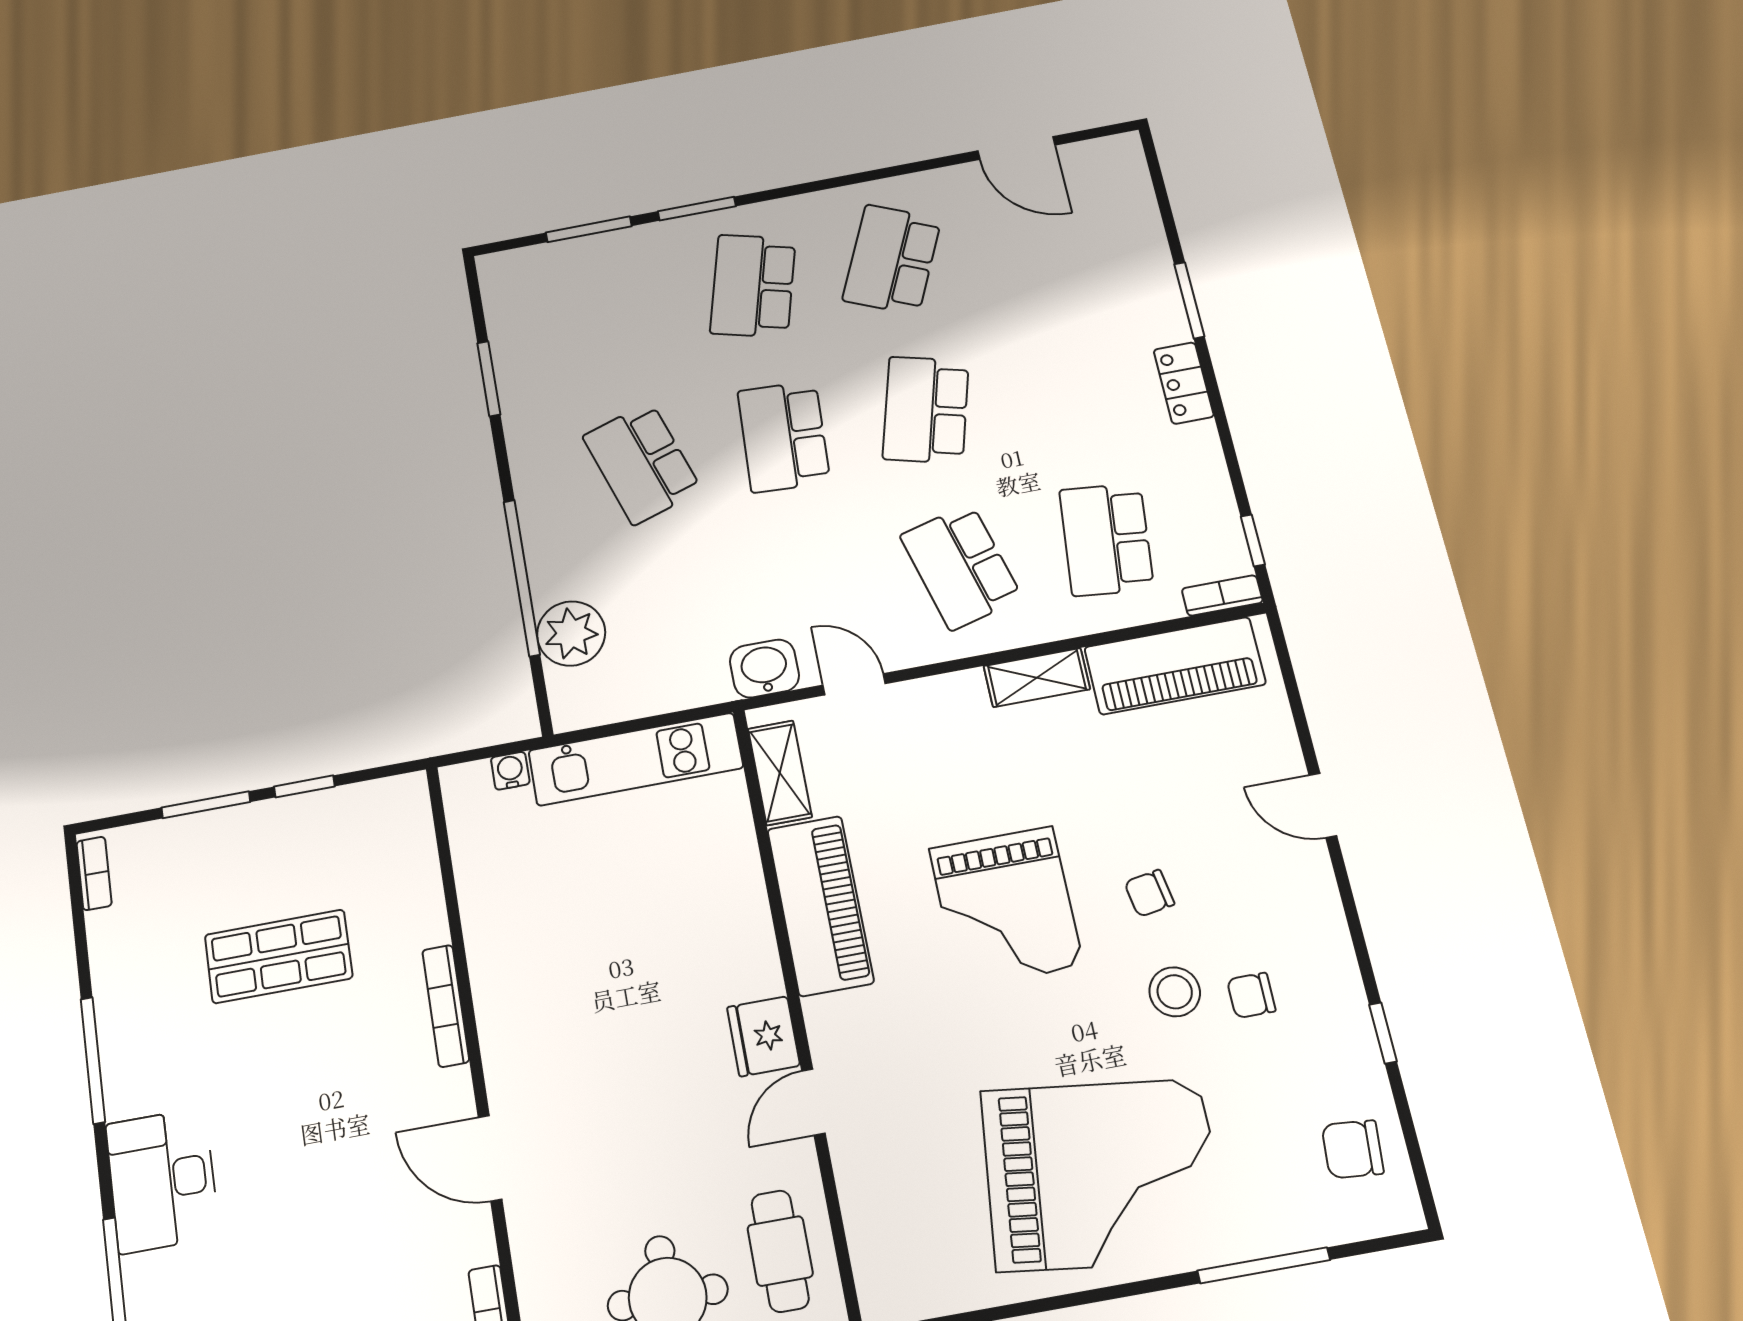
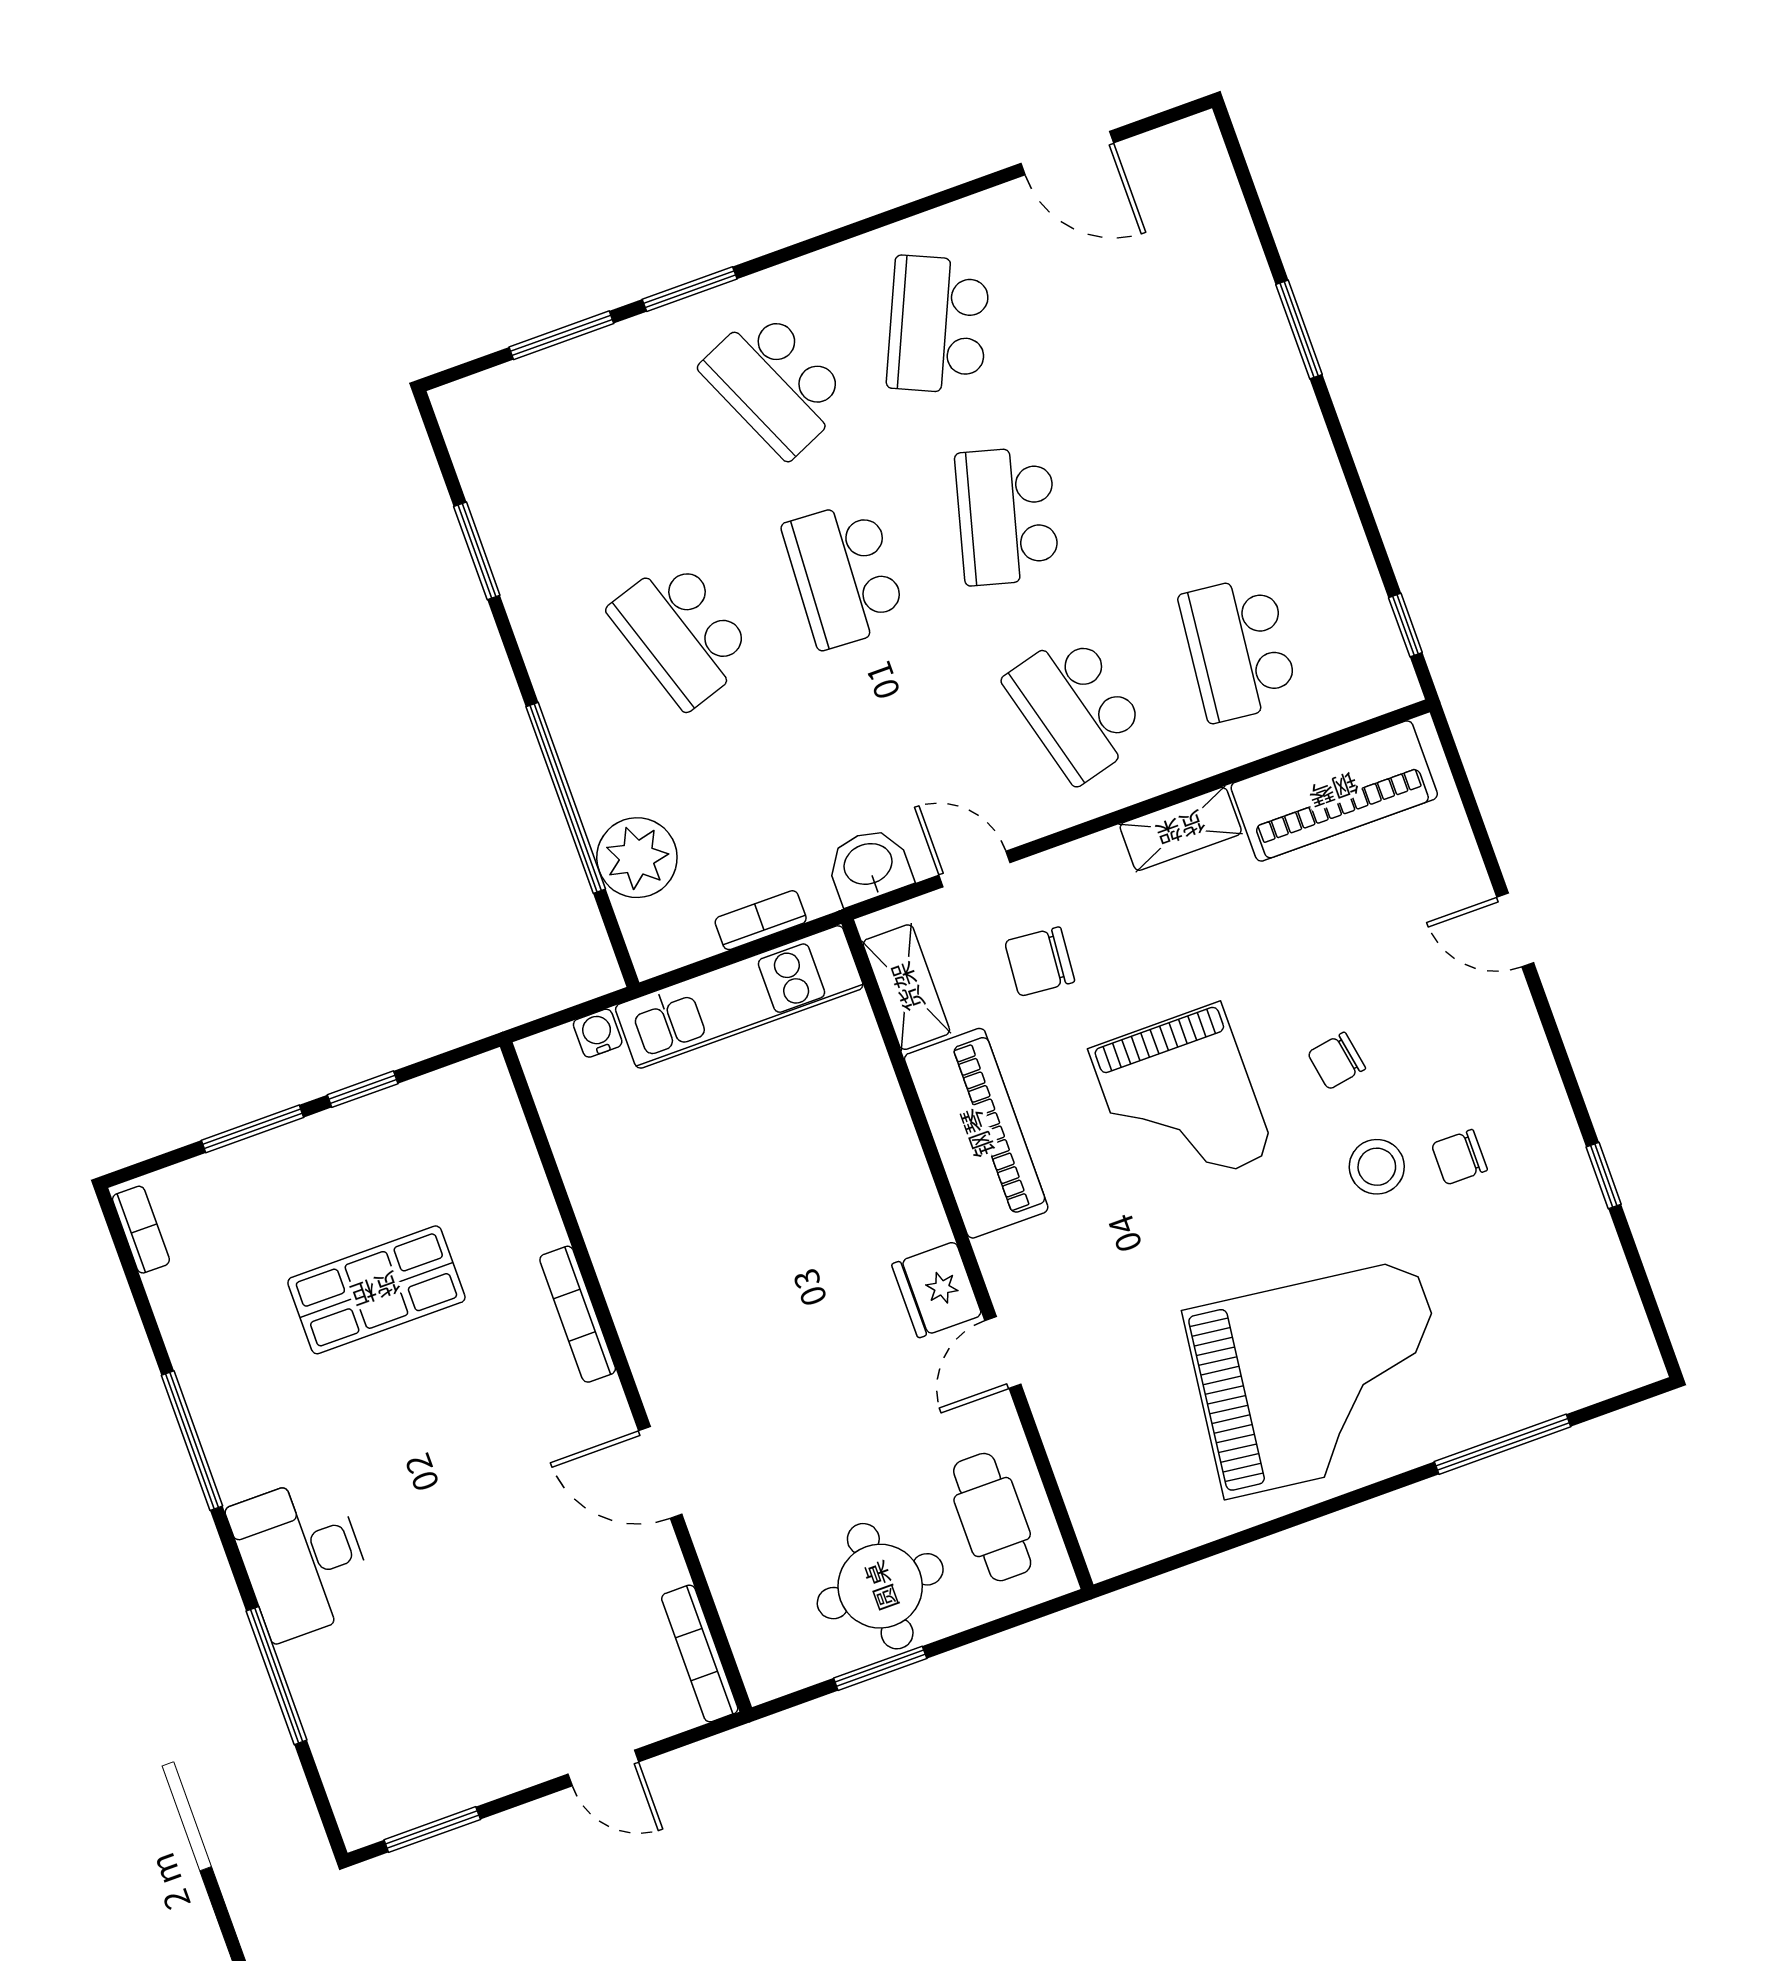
school desk: (753, 286) -> (776, 383), turned -39
locker: (1184, 383) -> (1304, 438), removed
bookcase: (1222, 596) -> (761, 920), moved
chair: (1353, 1149) -> (1040, 962), moved

